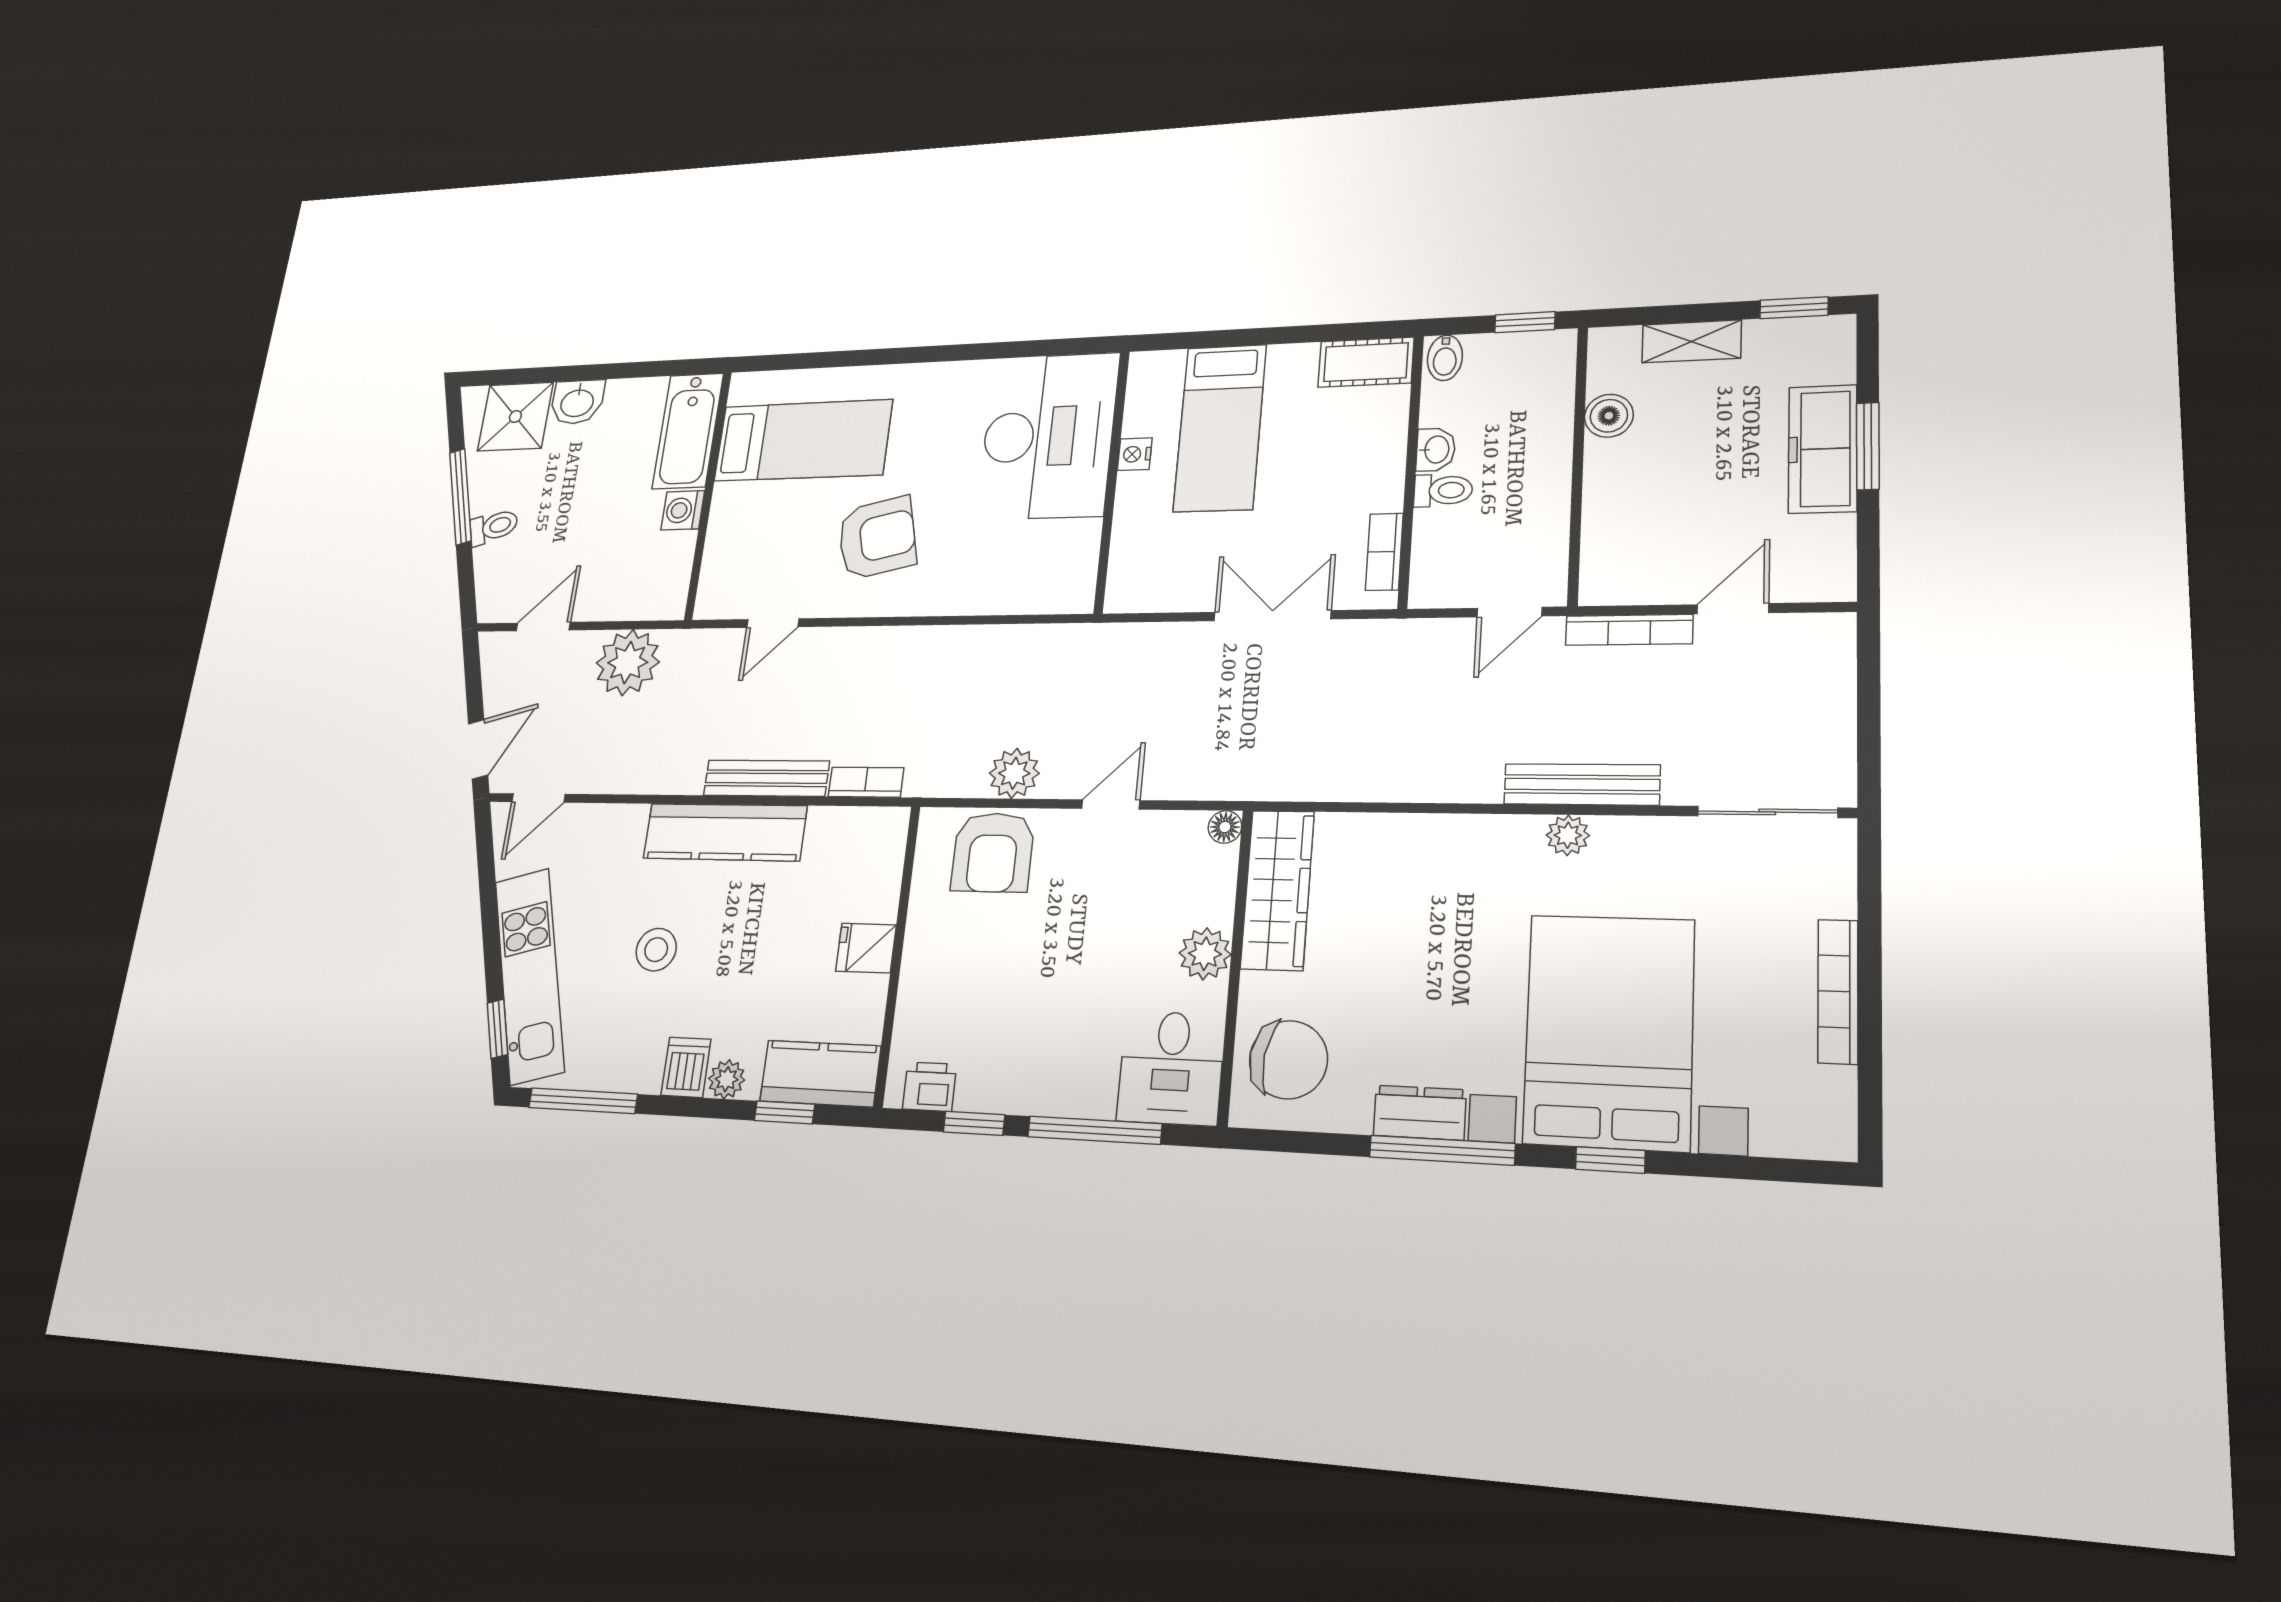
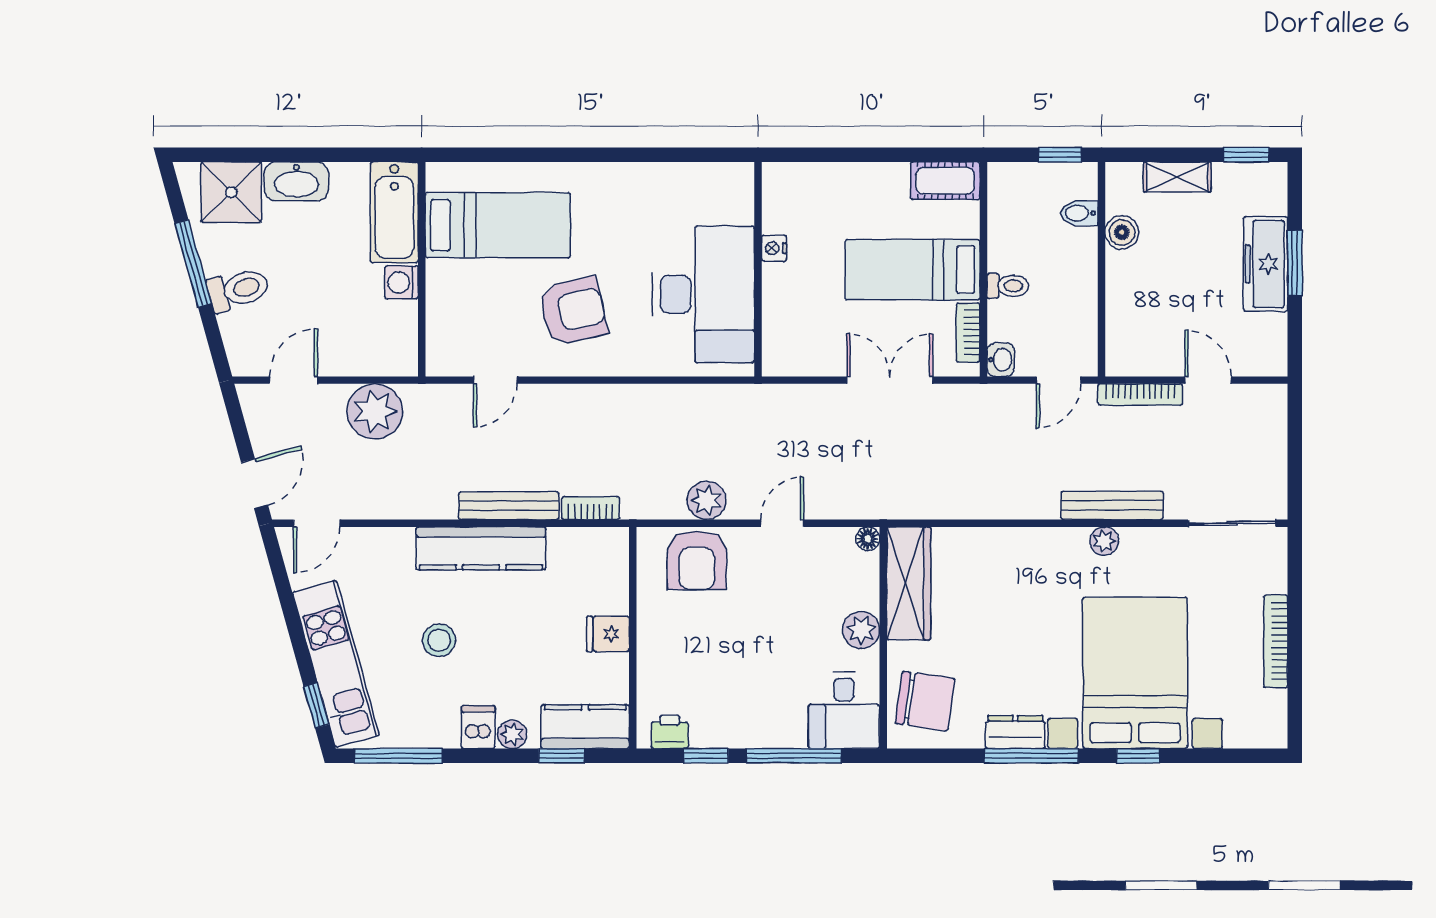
bidet: (1445, 358) -> (1079, 213), moved, turned 90
washbasin: (577, 402) -> (296, 181), width x1.38
bed: (1220, 428) -> (912, 270), moved, turned 90
desk: (1048, 436) -> (703, 294), moved
washbasin: (1436, 450) -> (1001, 360), moved
toilet: (494, 527) -> (238, 290), width x1.37, depth x1.39
door: (1733, 609) -> (1208, 380), hinge flipped

